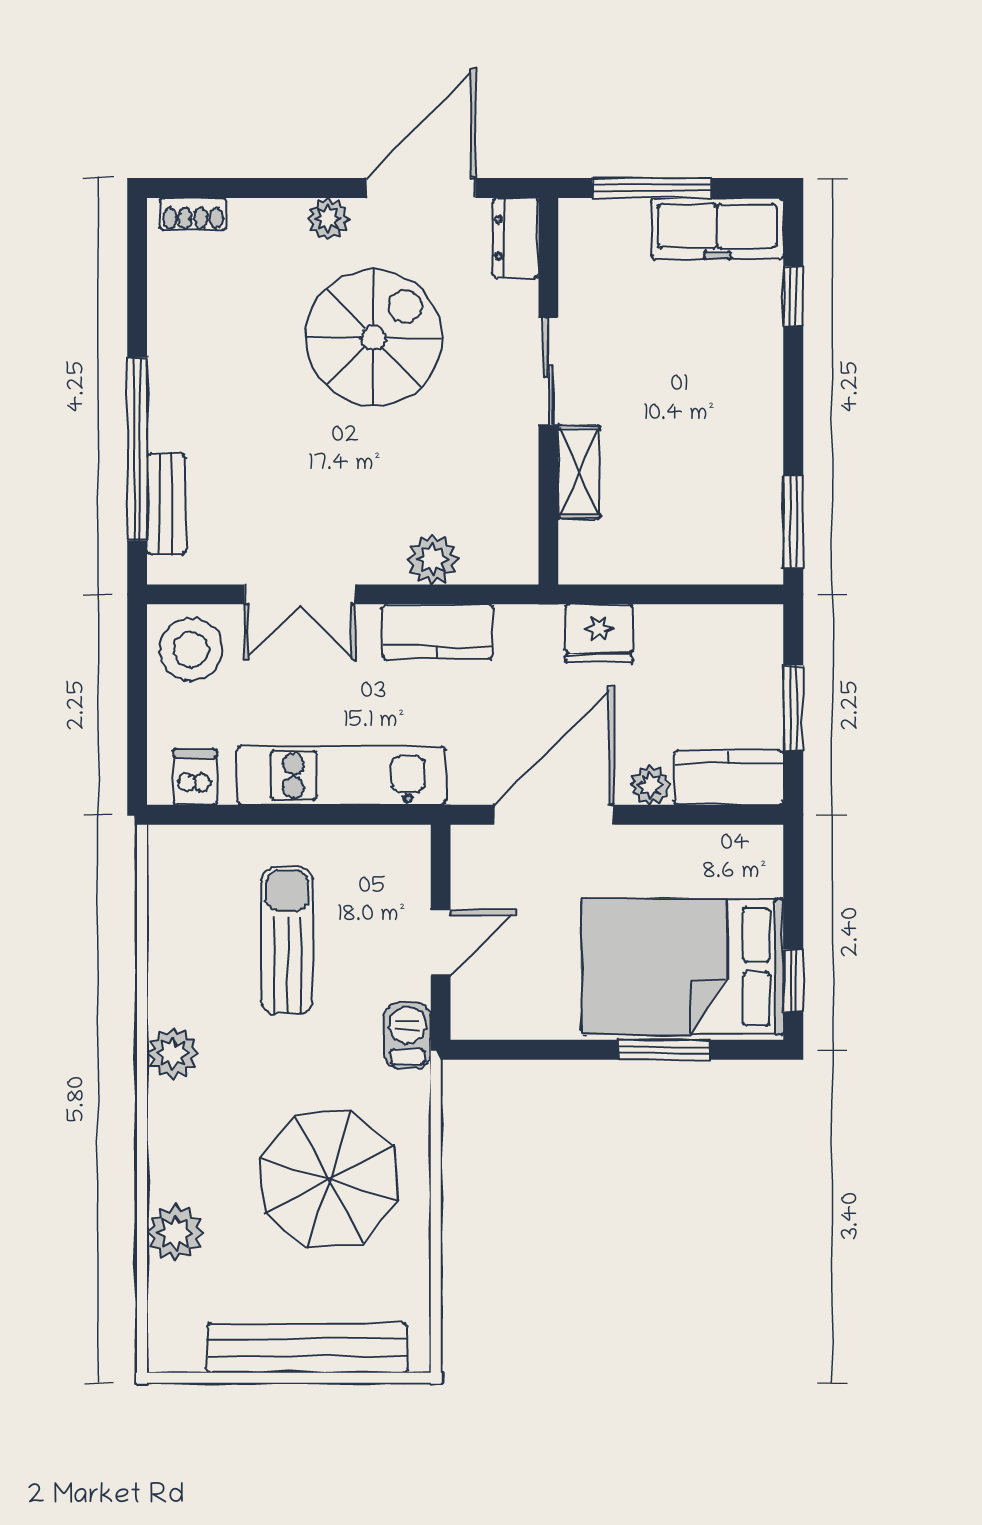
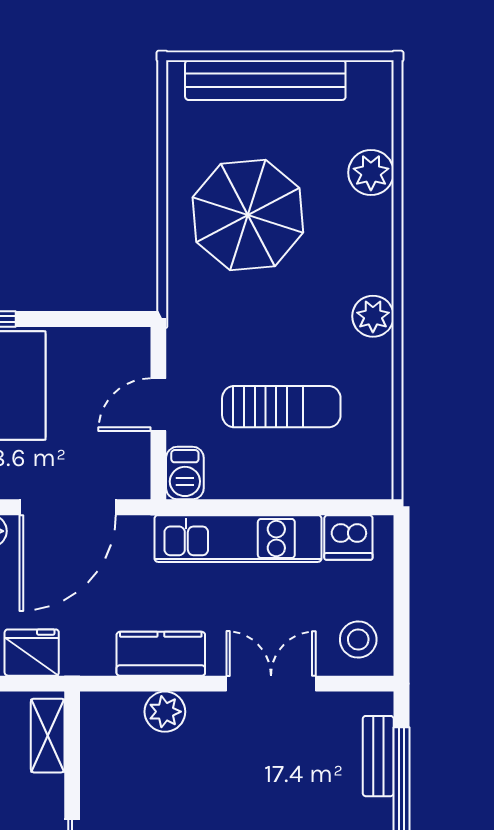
shelving: (579, 472) -> (48, 736), moved
stool: (191, 649) -> (358, 639), width x0.73, depth x0.73
dishwasher: (195, 777) -> (348, 538), width x1.38
sun lounger: (287, 940) -> (281, 407), turned -90
barbecue: (408, 1036) -> (185, 473), moved

